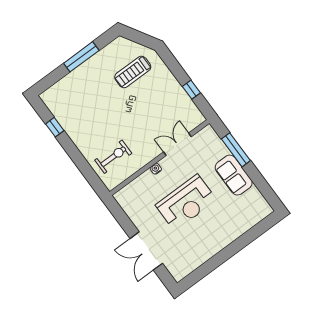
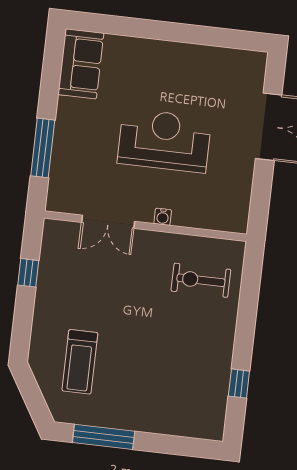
window: (81, 57) -> (104, 437), moved
treadmill: (133, 72) -> (80, 362), turned 90
sofa: (234, 175) -> (81, 64), moved

